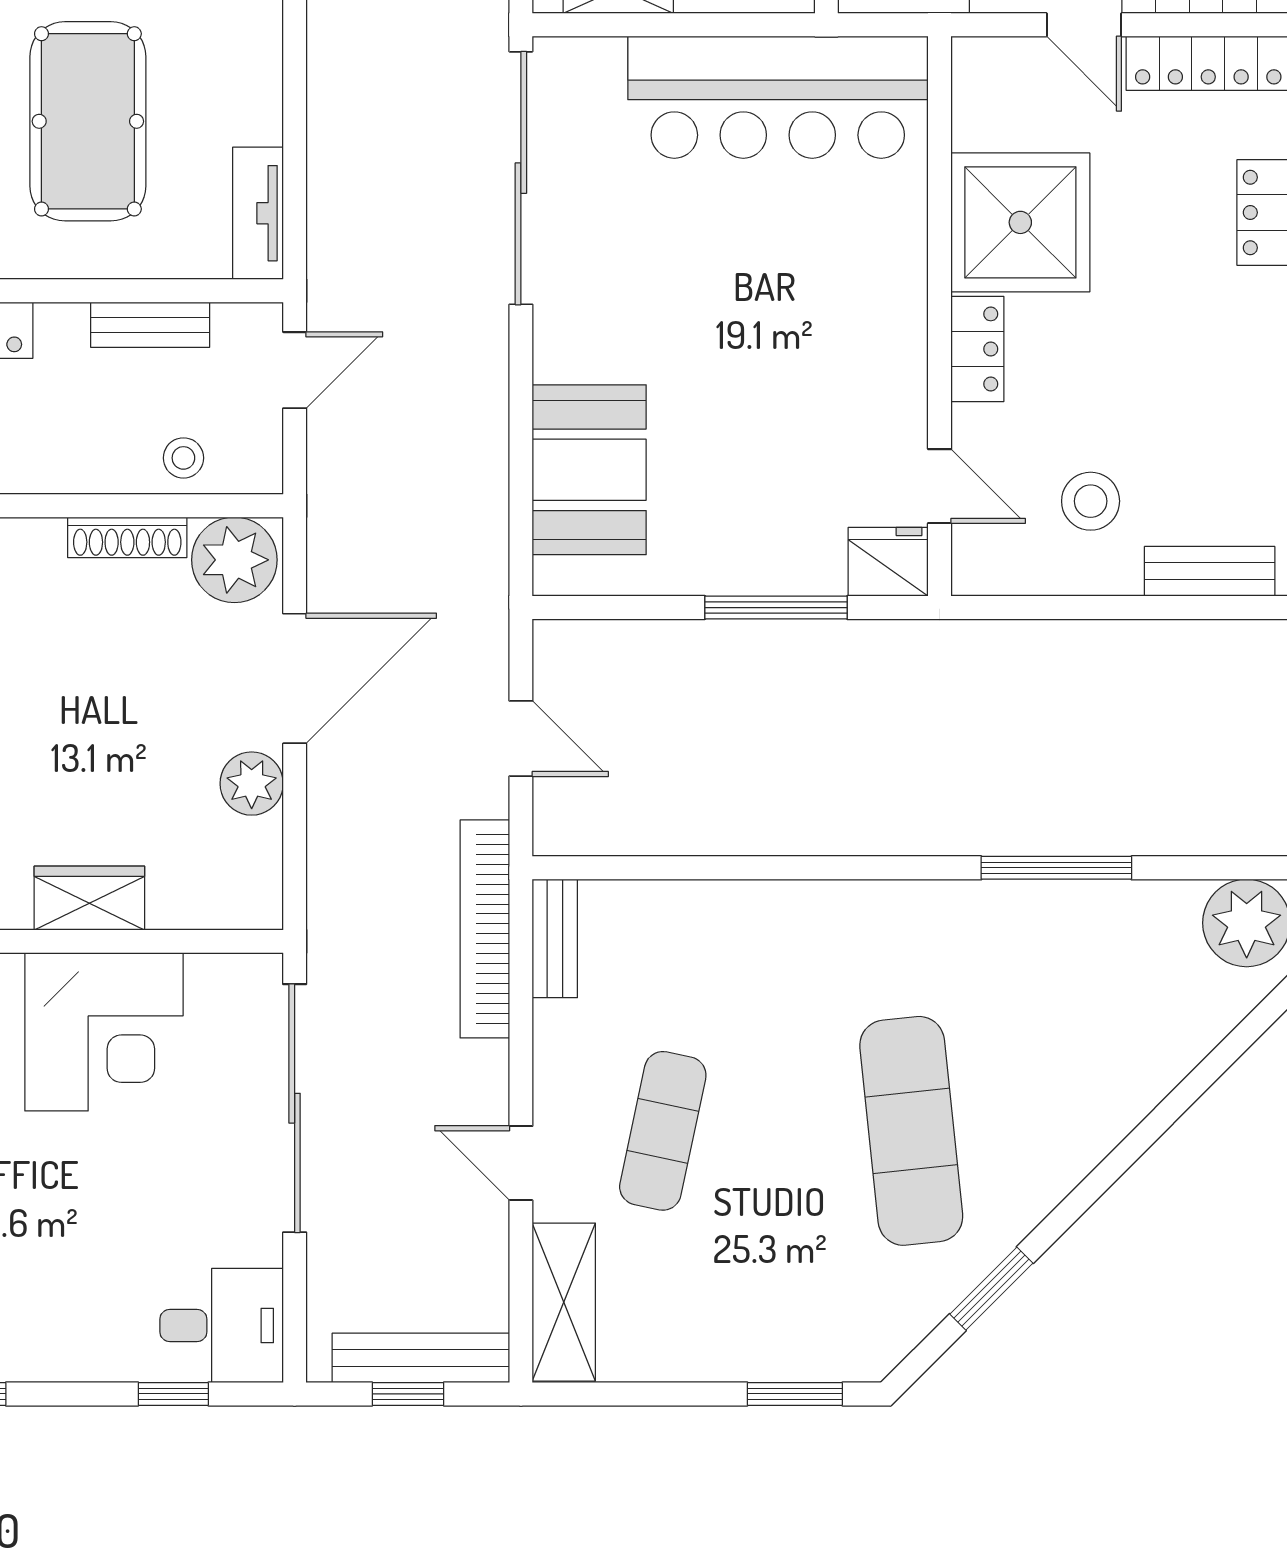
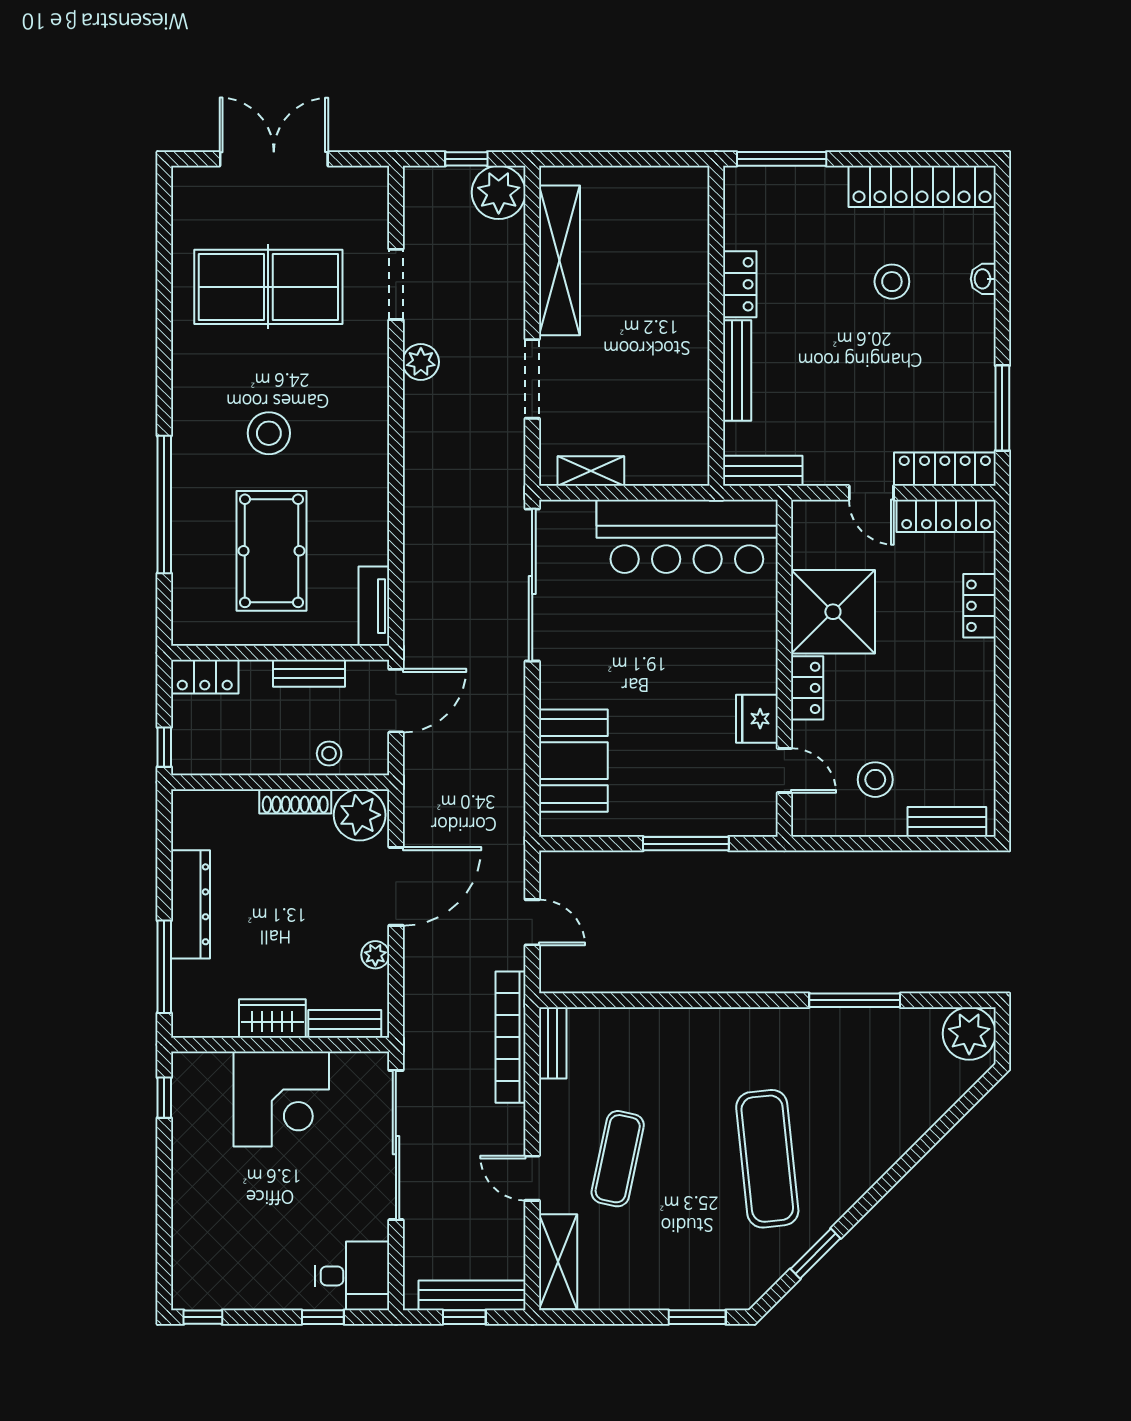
door: (295, 370) -> (396, 701), width x1.38
fridge: (888, 562) -> (757, 719), moved, turned -90
plant: (252, 784) -> (375, 955), width x0.73, depth x0.73
bench: (210, 907) -> (345, 1024), added

